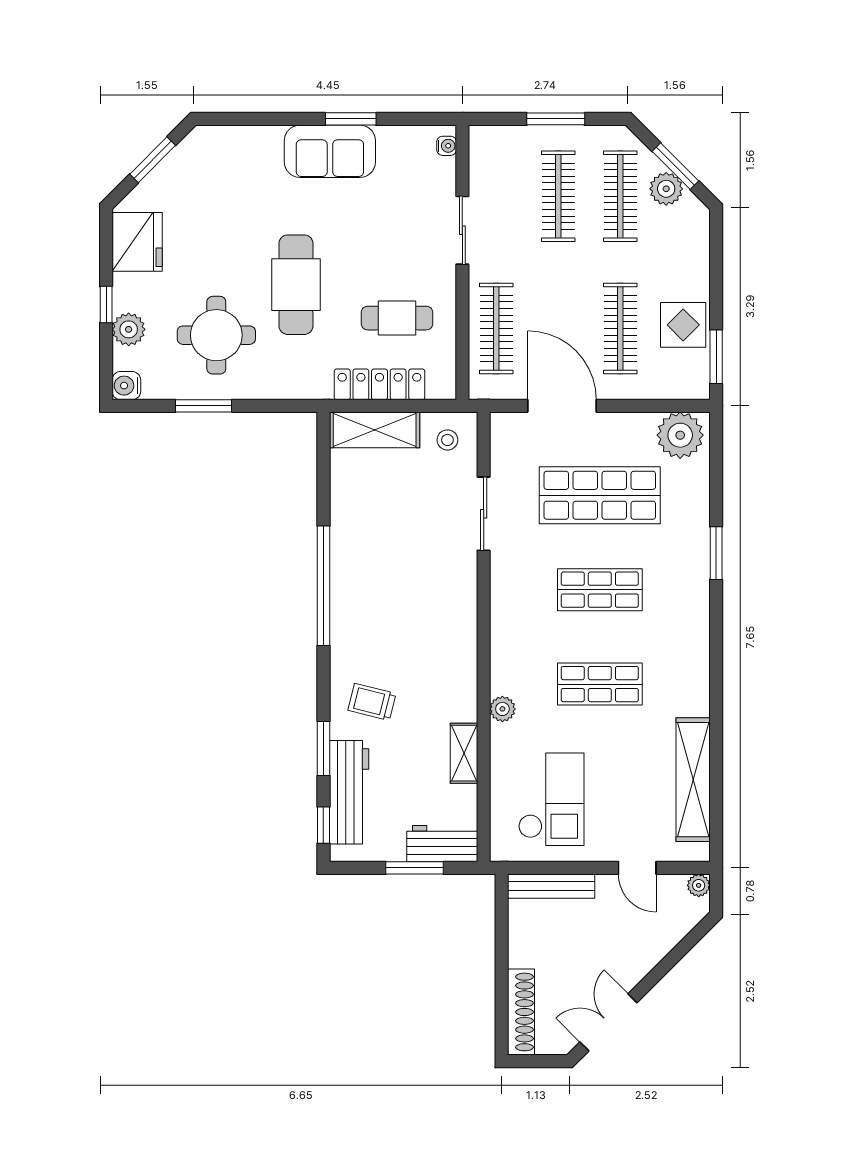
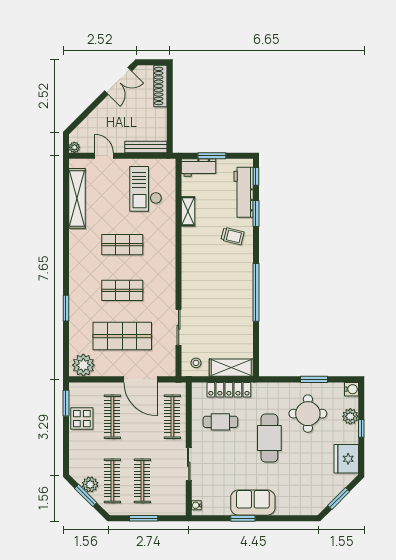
plant: (502, 709) -> (169, 233), removed

